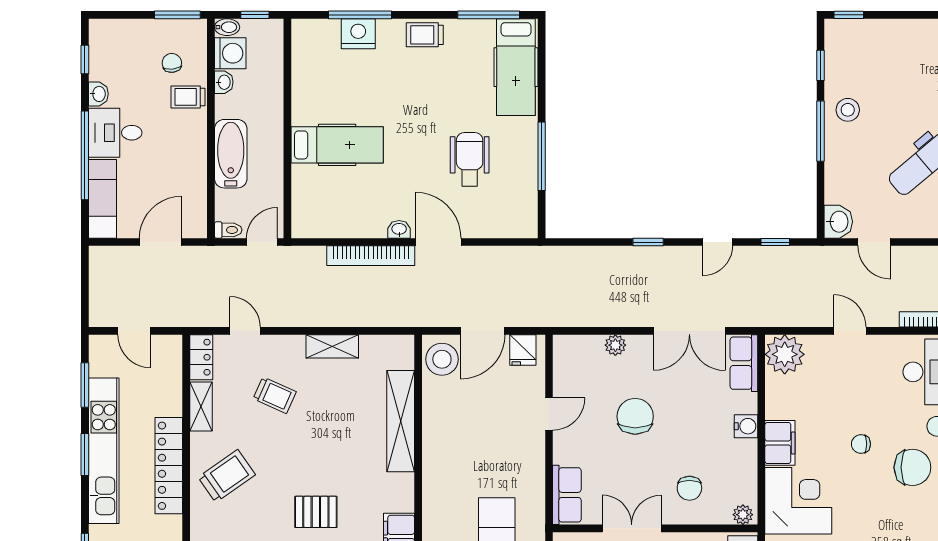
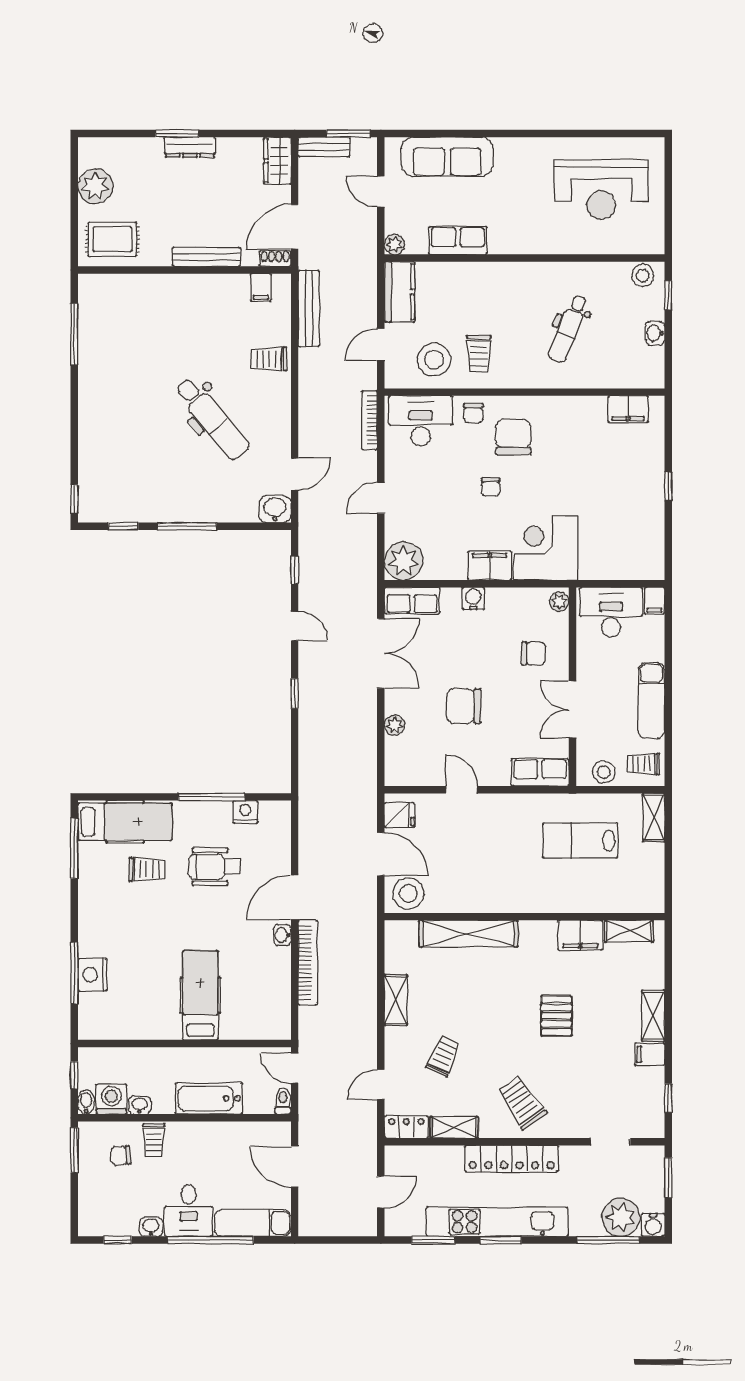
trolley: (425, 35) -> (147, 869), moved, turned -90
stool: (848, 110) -> (166, 500), removed
nightstand: (526, 191) -> (245, 812), added

